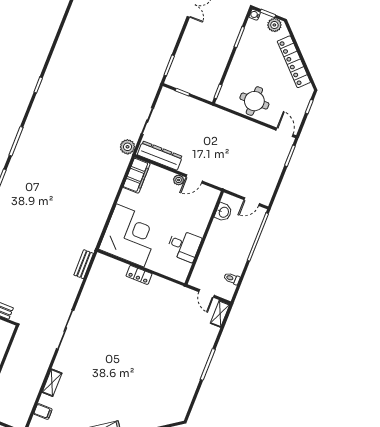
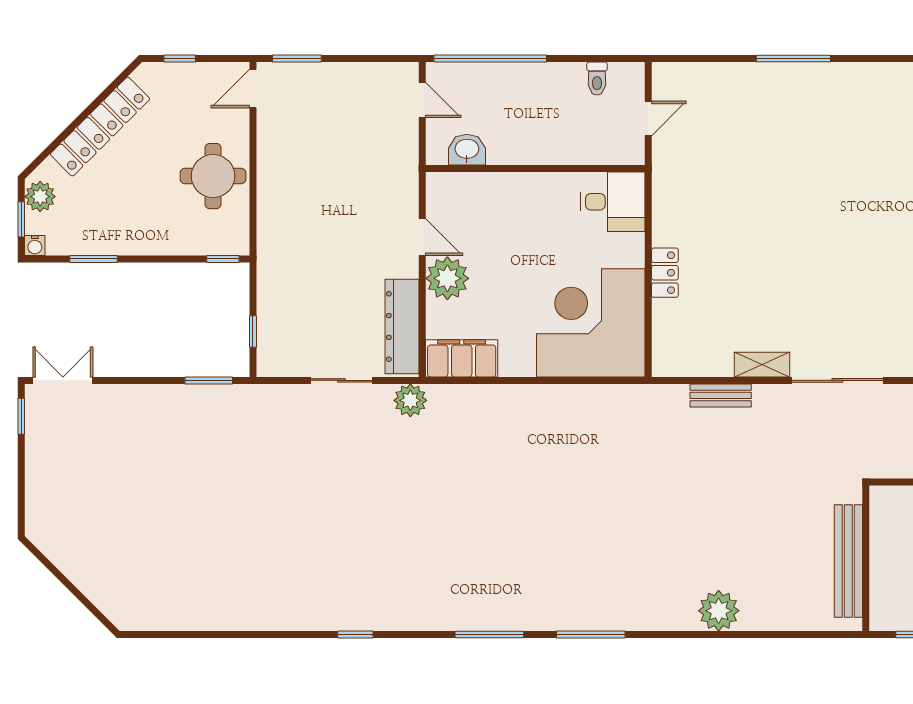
plant: (179, 180) -> (447, 278), width x1.87, depth x1.87
desk: (184, 245) -> (613, 202), moved, turned 90
bench: (84, 264) -> (721, 395), moved
shelving: (220, 314) -> (762, 365), moved

